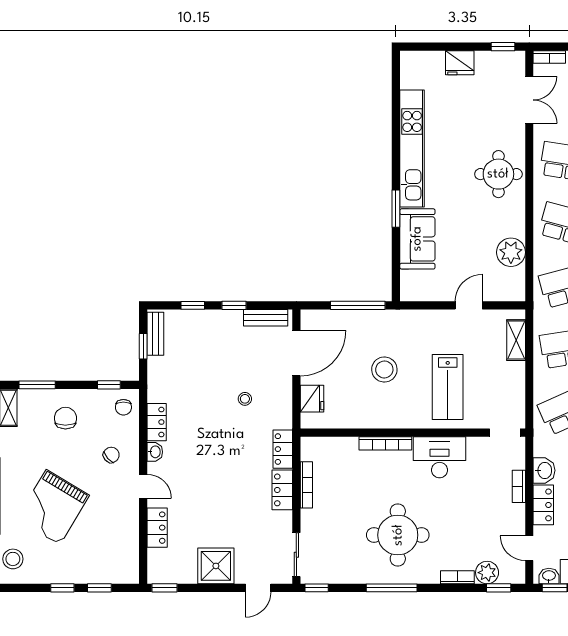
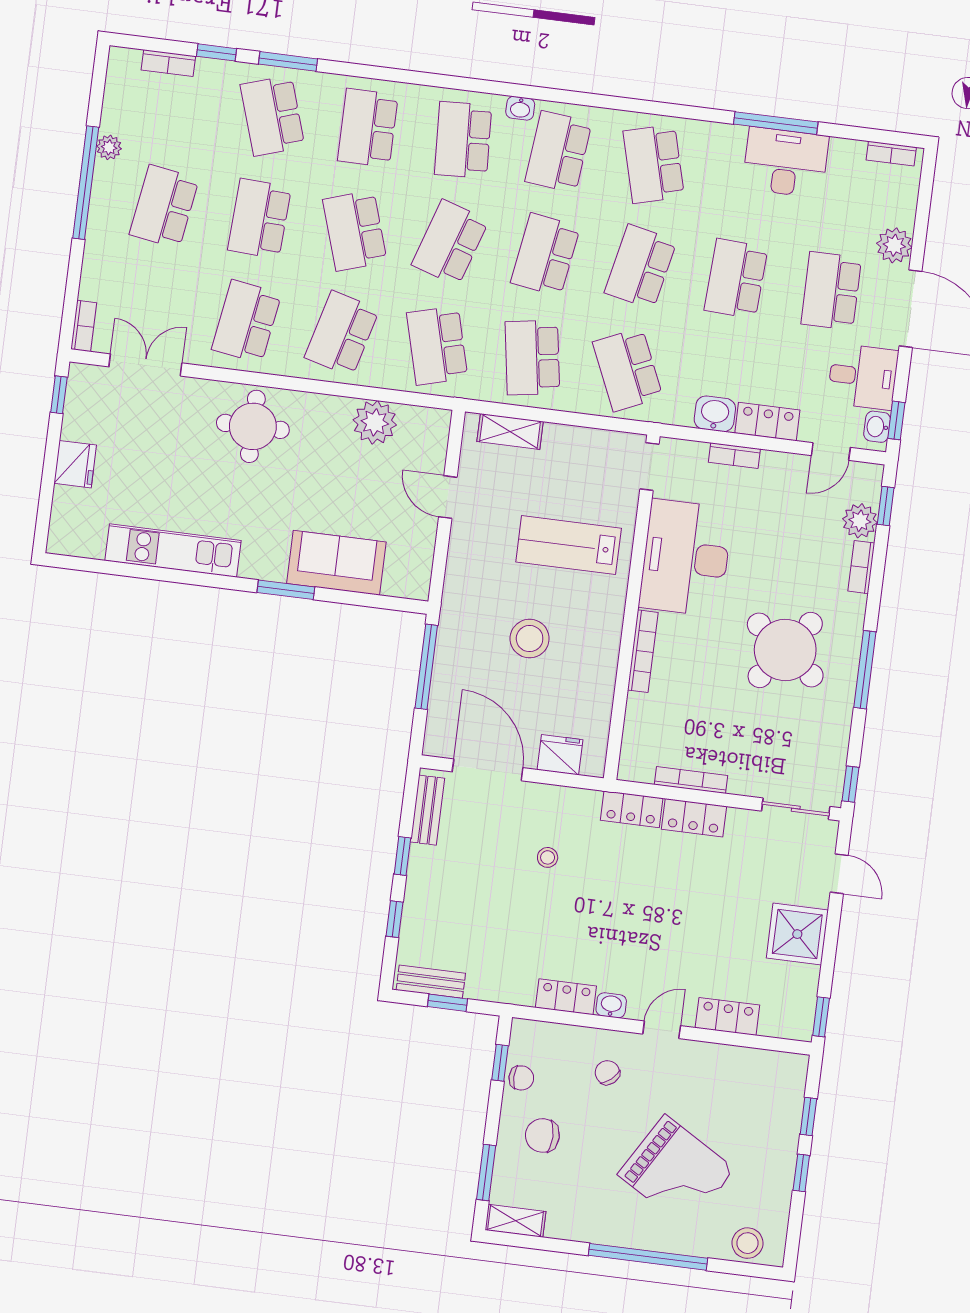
kitchen unit: (412, 148) -> (173, 551), width x0.73
lab bench: (448, 387) -> (569, 545), turned 180
chair: (123, 407) -> (521, 1078), moved
desk: (439, 457) -> (686, 558), width x1.36, depth x1.30
round table: (398, 535) -> (785, 650), turned 37

